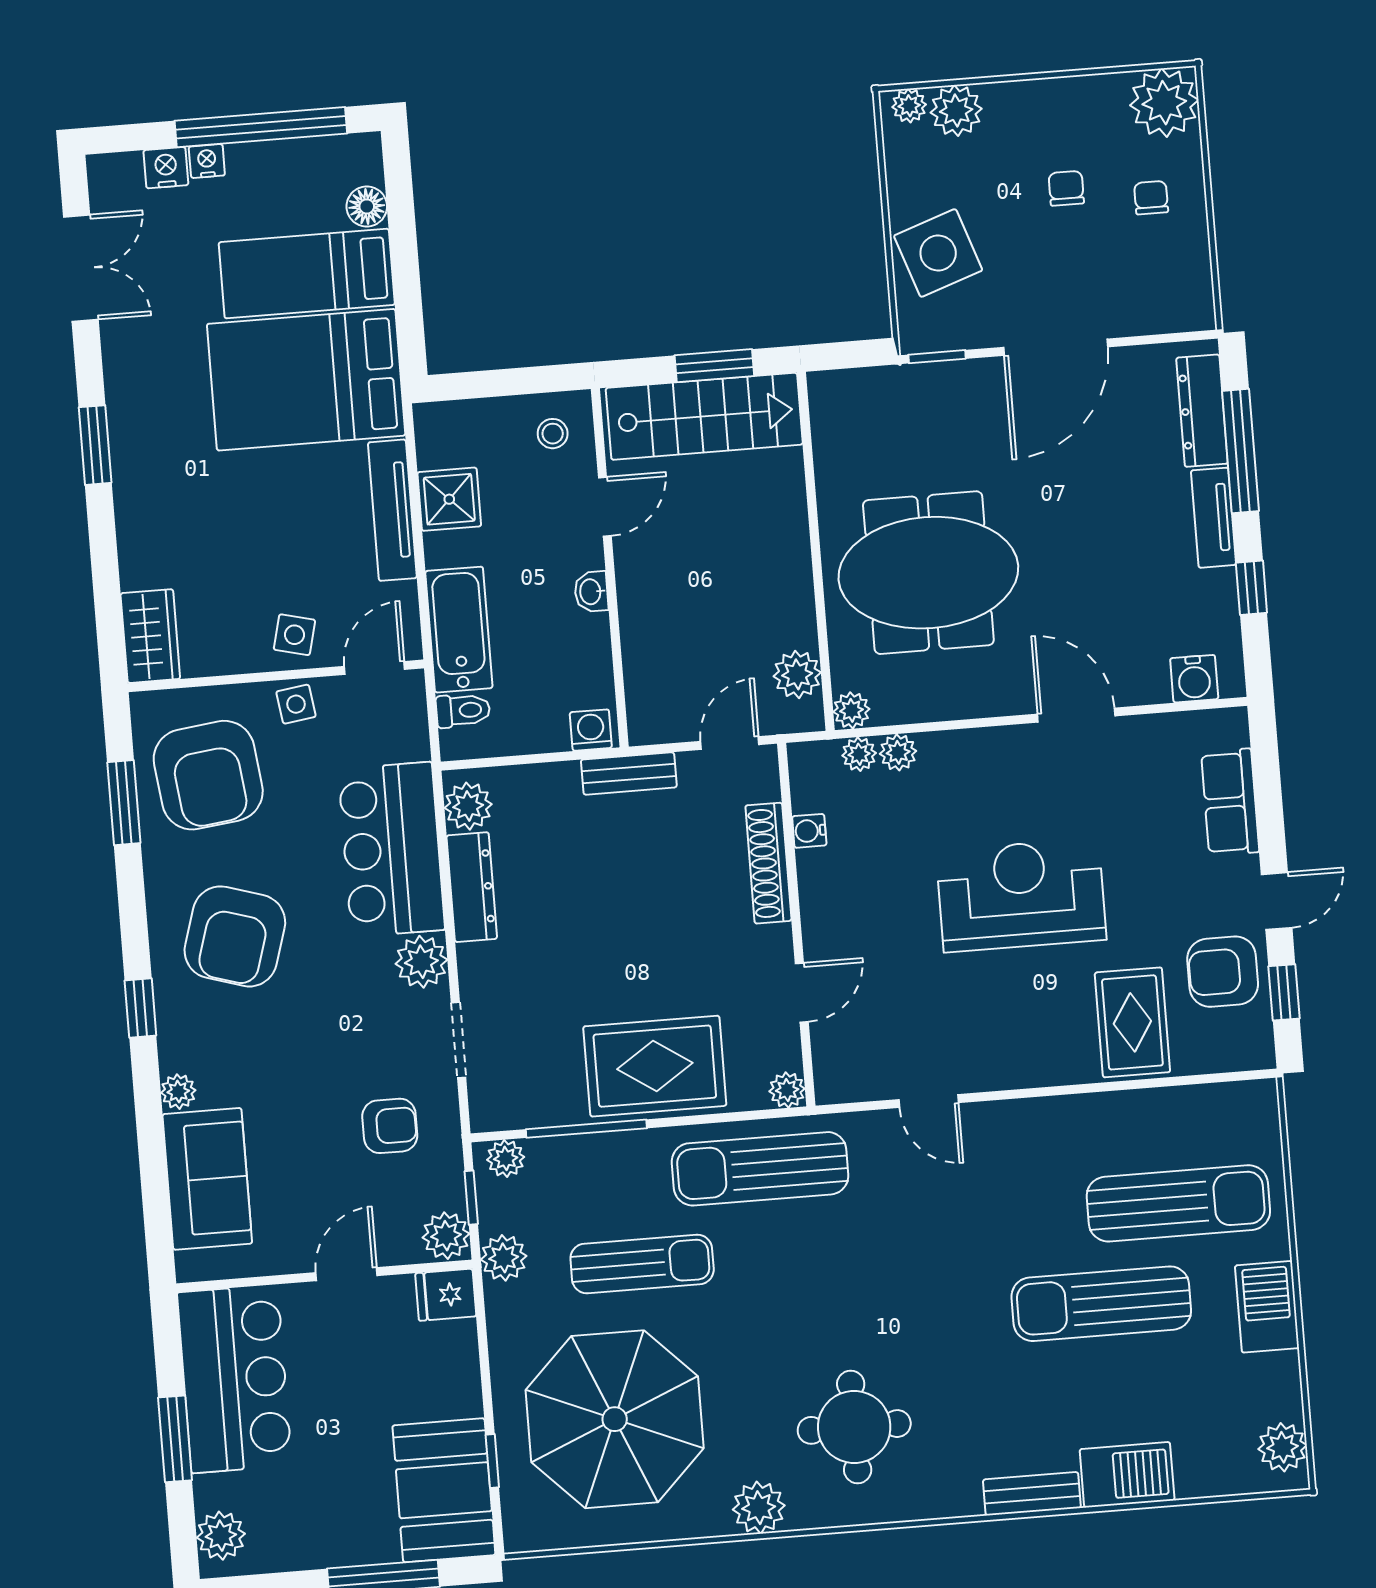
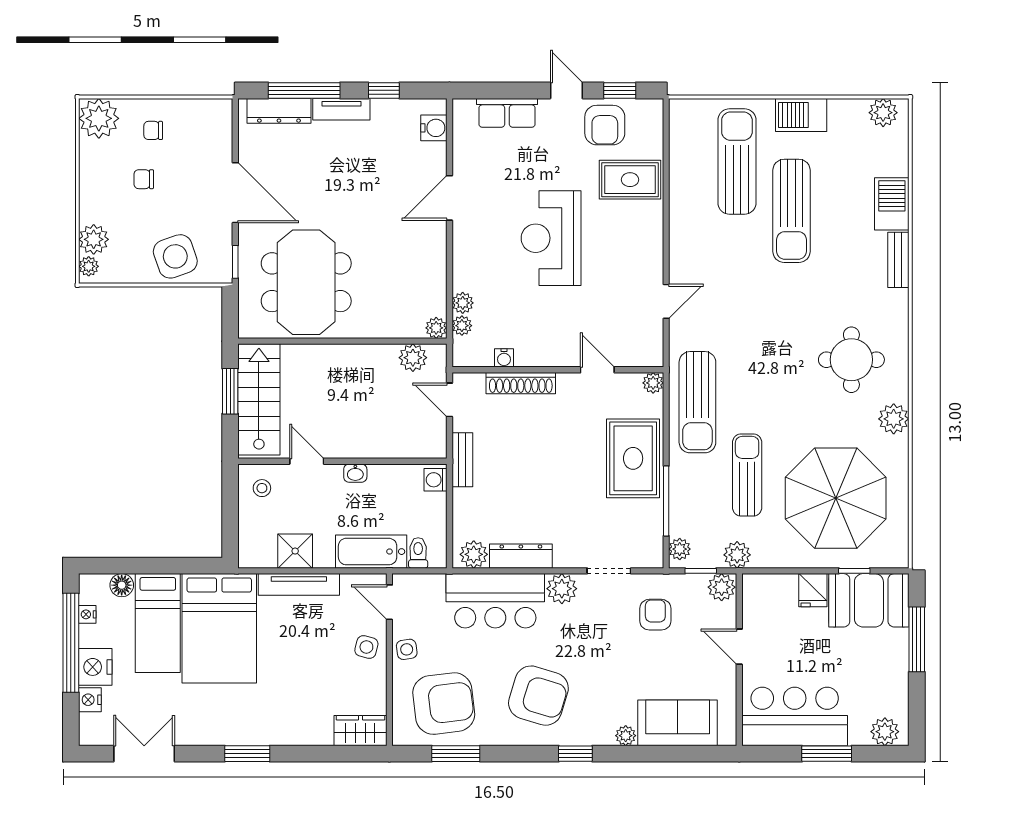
nightstand: (312, 151) -> (87, 614), added
nightstand: (207, 161) -> (95, 667), width x1.89, depth x1.79
meeting table: (928, 573) -> (306, 282), moved
fridge: (446, 1295) -> (813, 590), moved

